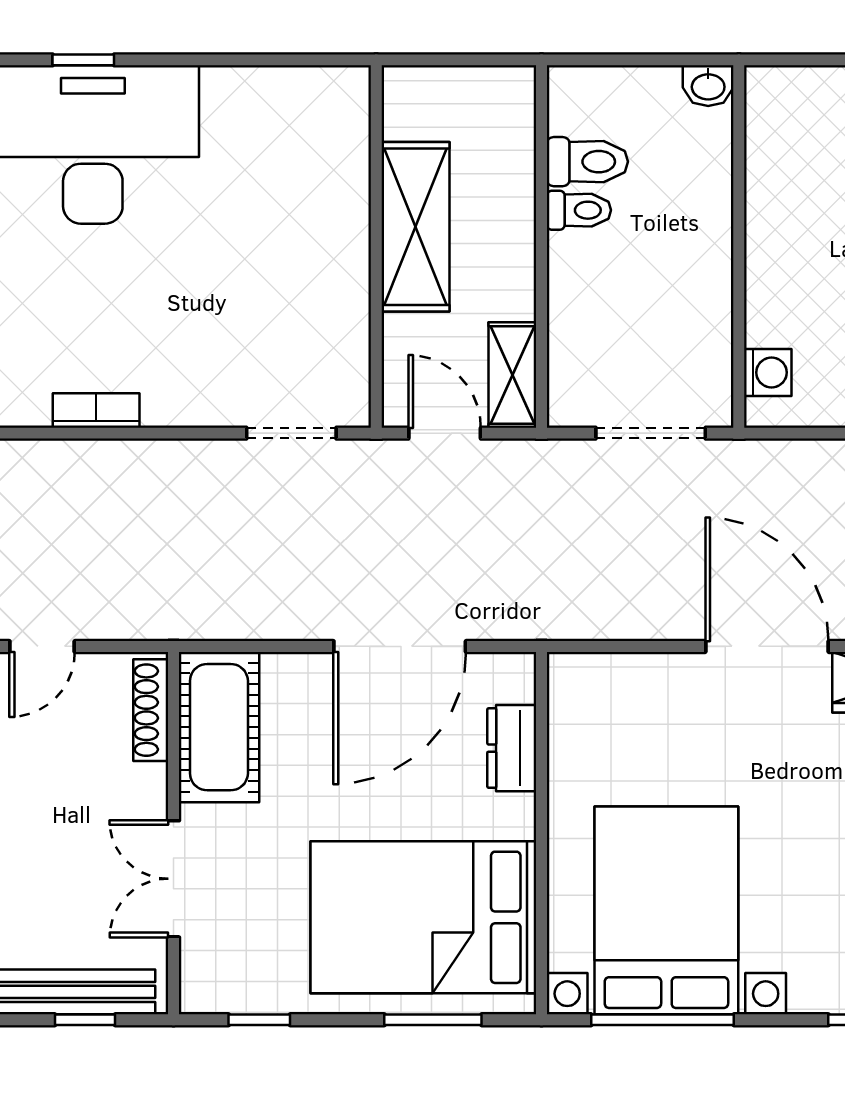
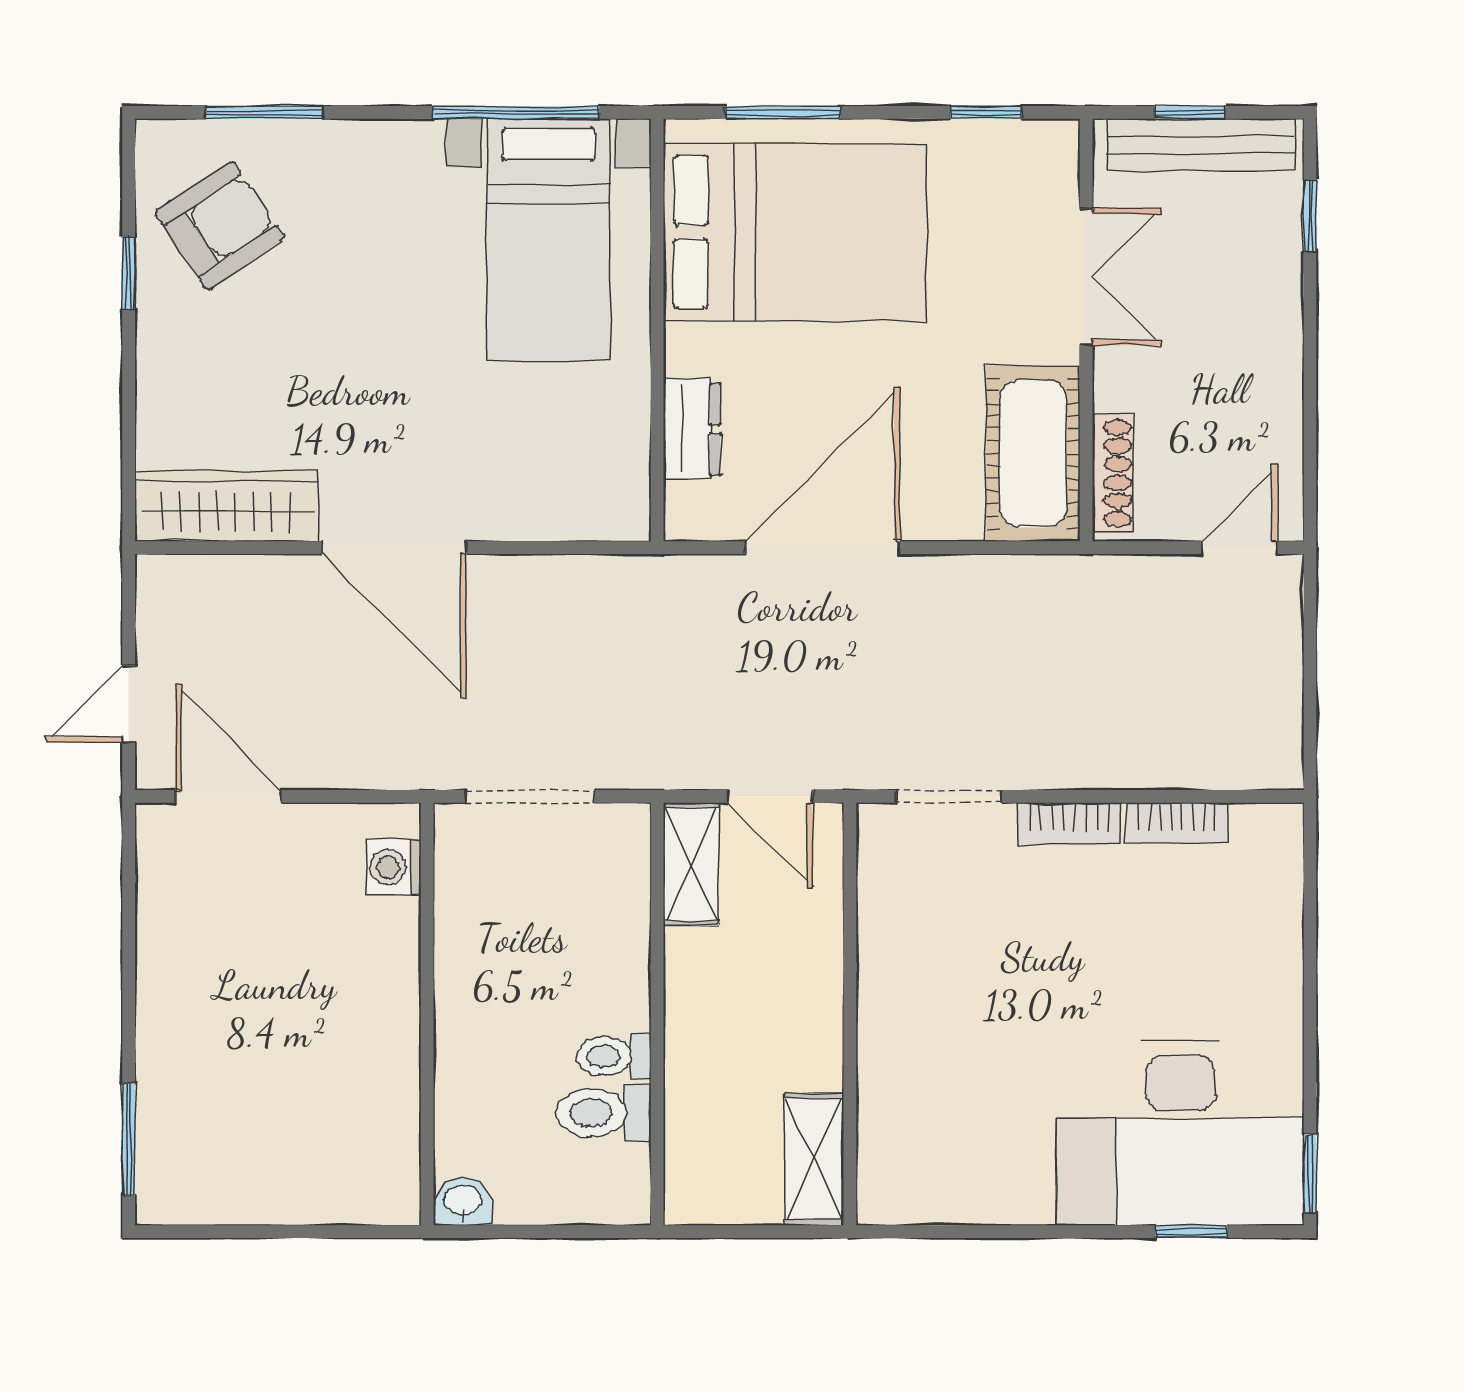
shelving: (415, 227) -> (814, 1159), moved, width x0.67, depth x0.75
bookcase: (188, 410) -> (1069, 823), added
bed with nightstands: (666, 910) -> (549, 240), width x0.73

